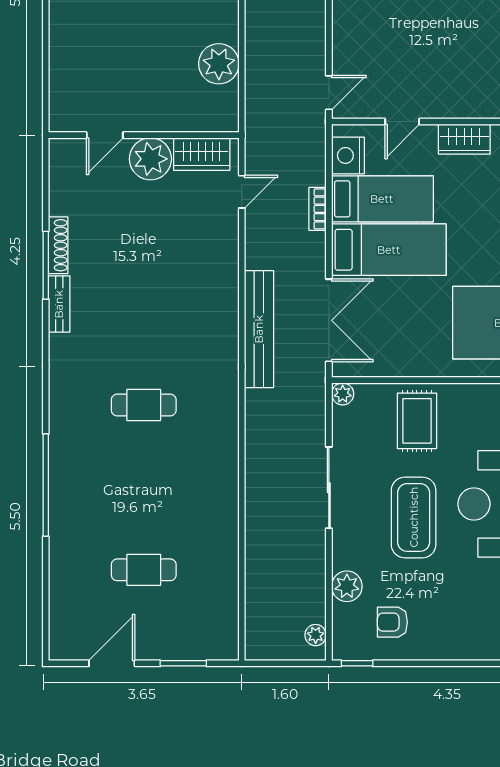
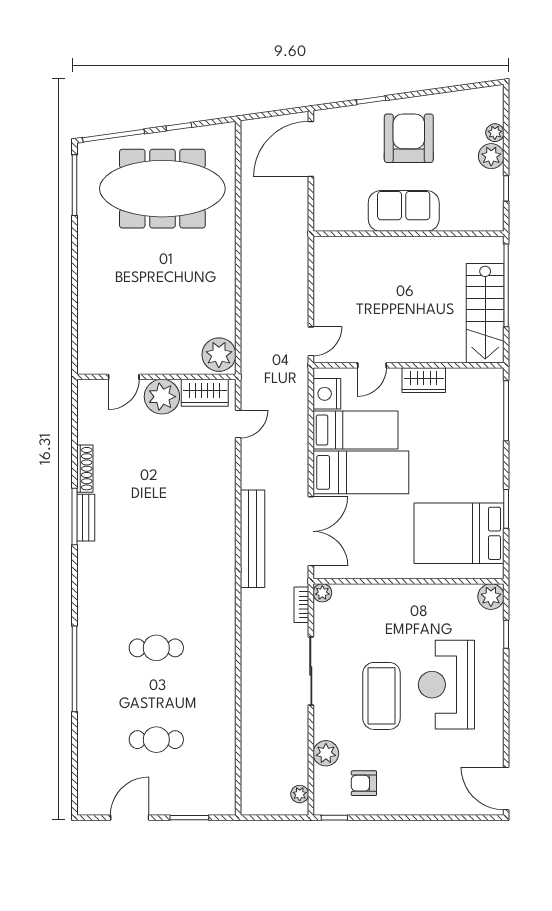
plant: (219, 64) -> (219, 355), moved
bookcase: (318, 209) -> (301, 605), moved
window: (46, 265) -> (75, 517), moved
cafe table: (144, 405) -> (156, 648), moved
rug: (417, 421) -> (384, 615), removed

